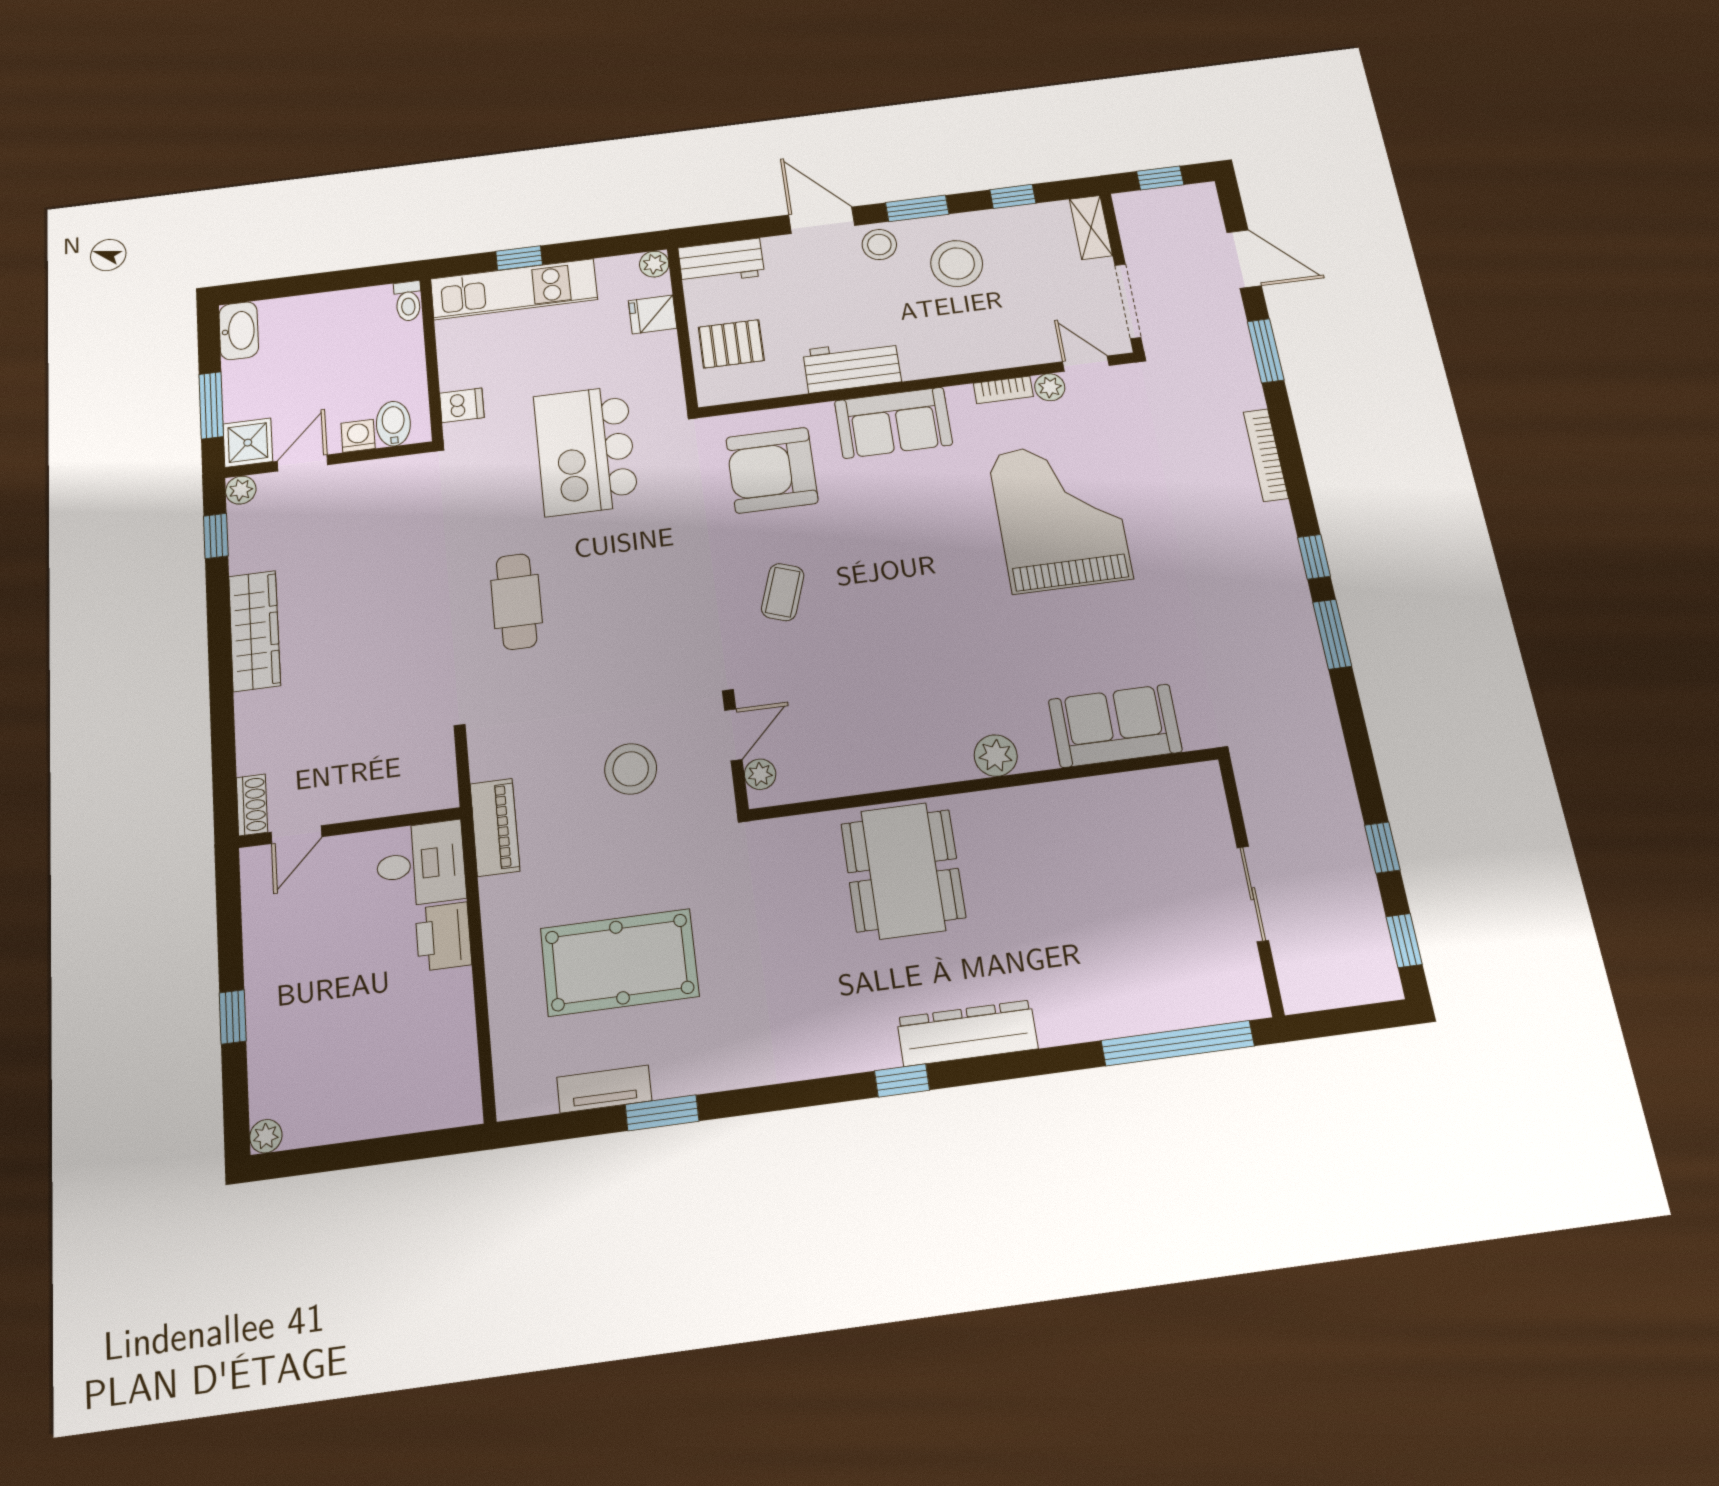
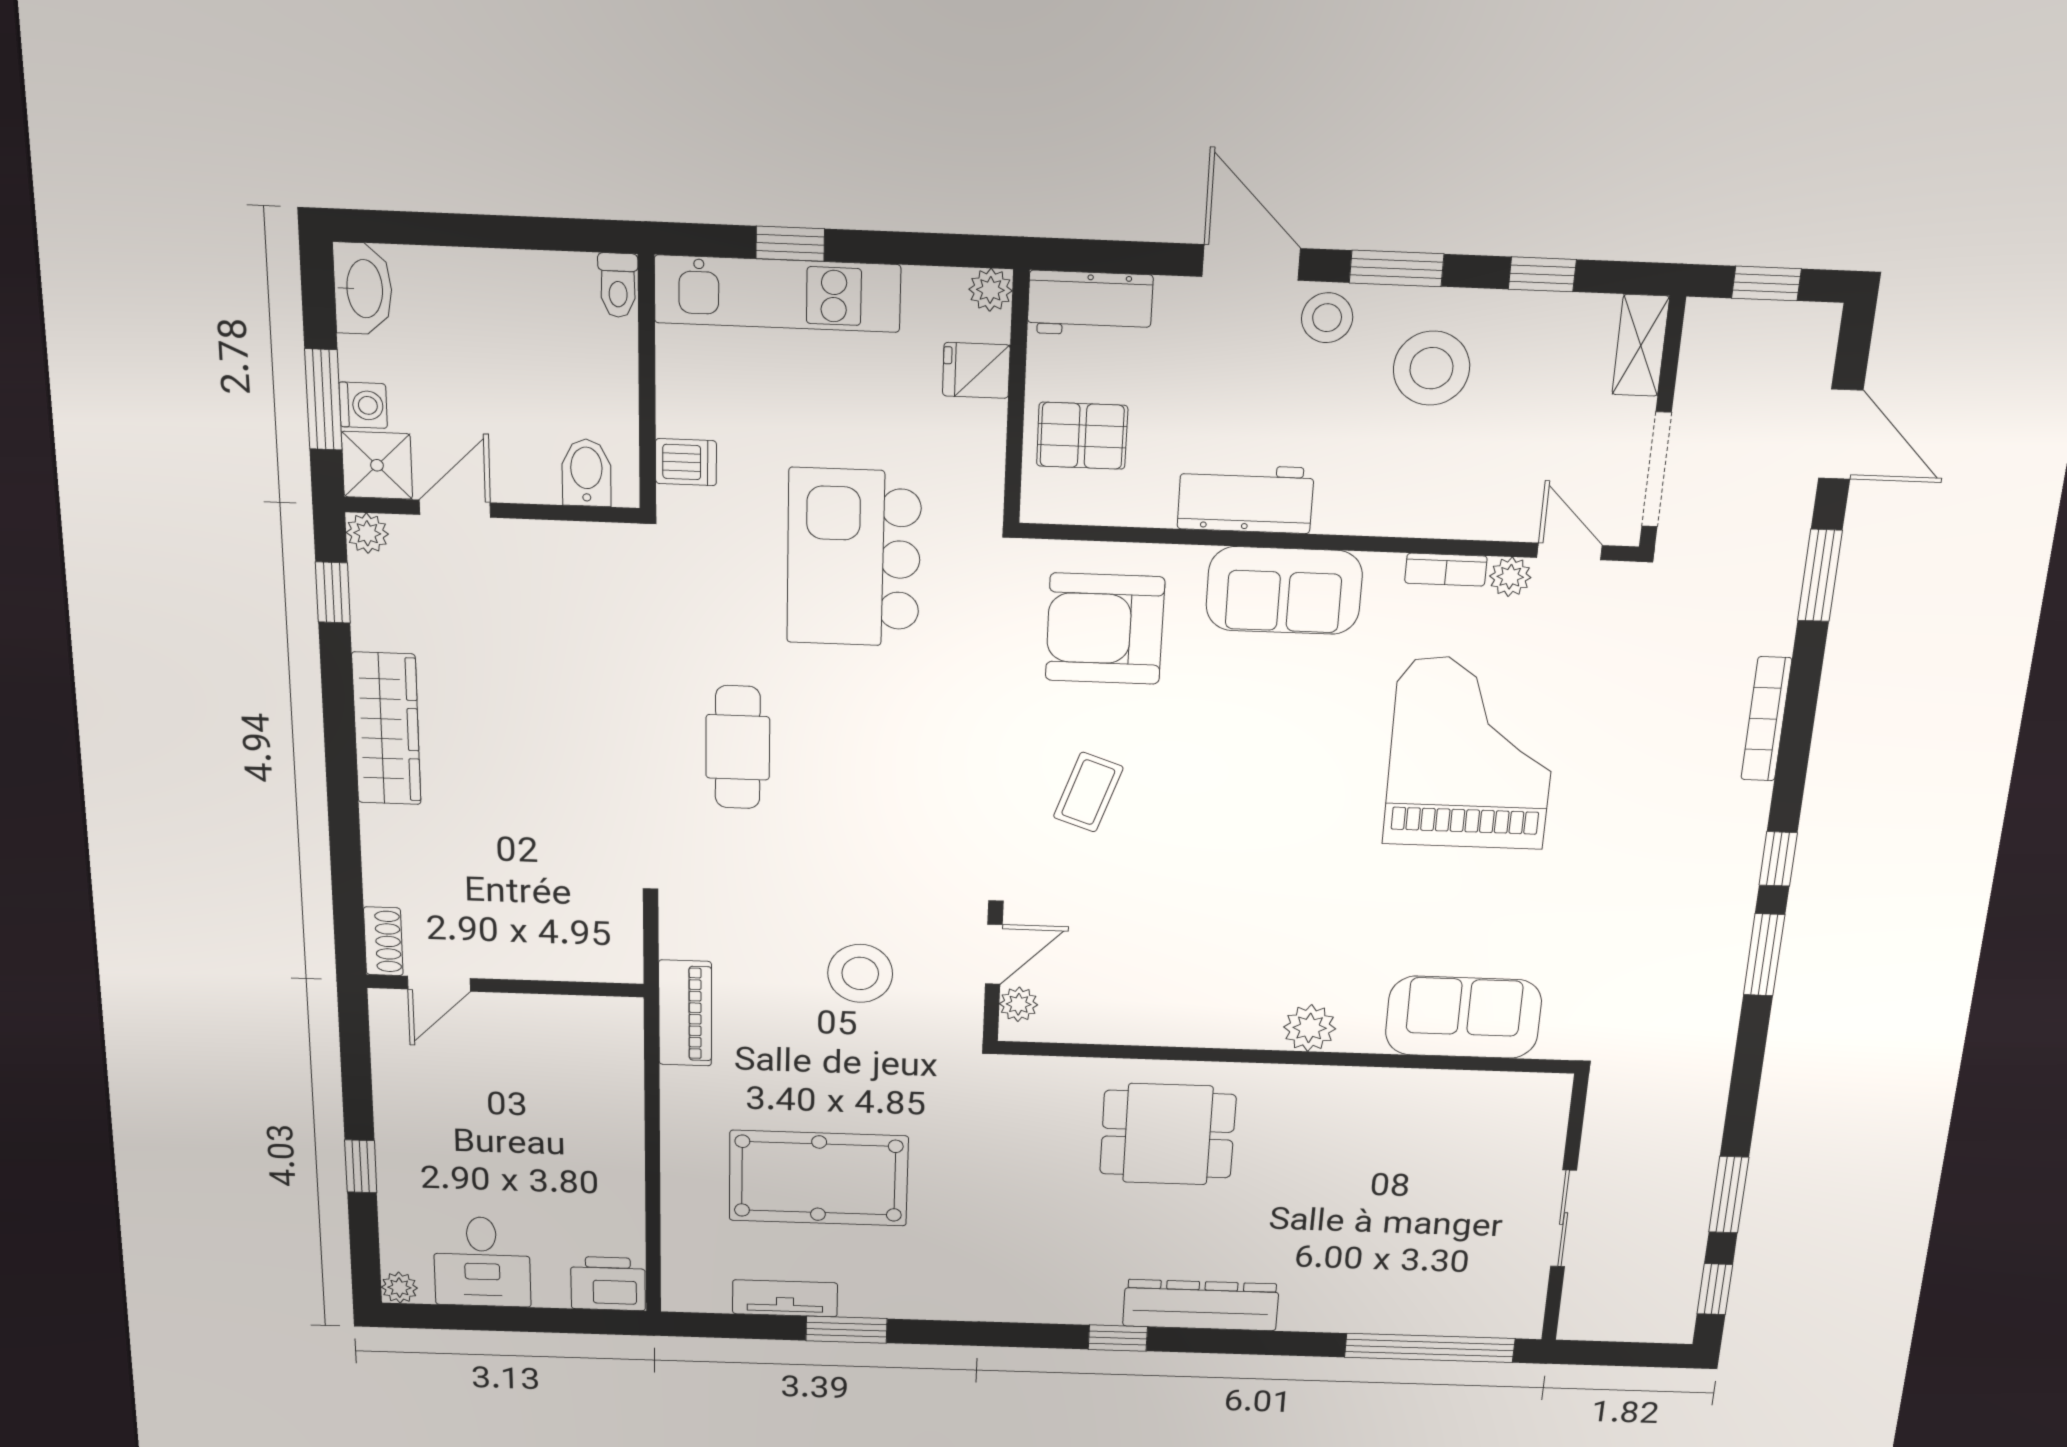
washing machine: (358, 436) -> (363, 405), moved, turned 90
window: (1382, 848) -> (1729, 1195), width x1.50
desk: (421, 864) -> (482, 1262), moved, turned 90
dining table: (903, 871) -> (1168, 1134), width x0.73
printer: (443, 936) -> (608, 1284), moved, turned 90

